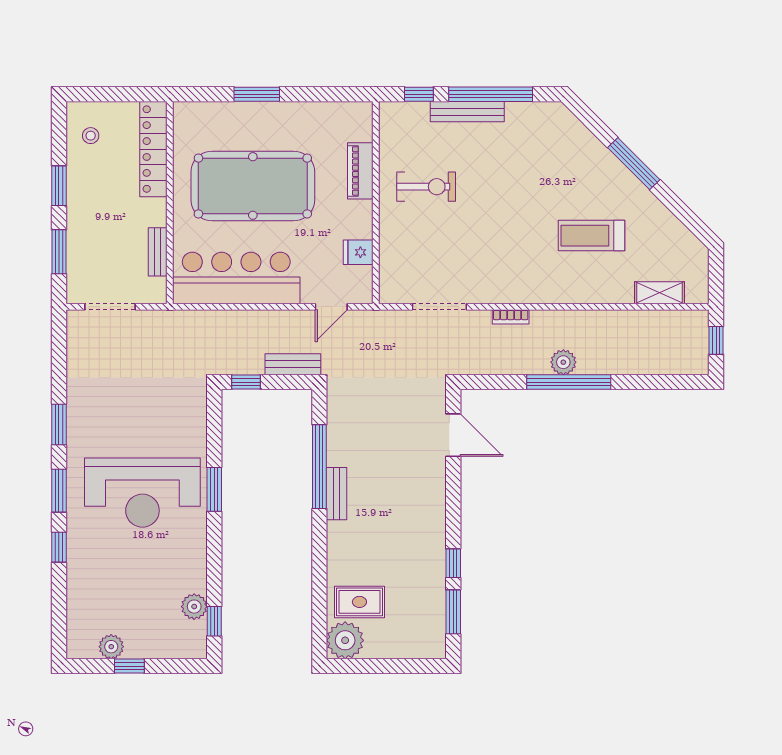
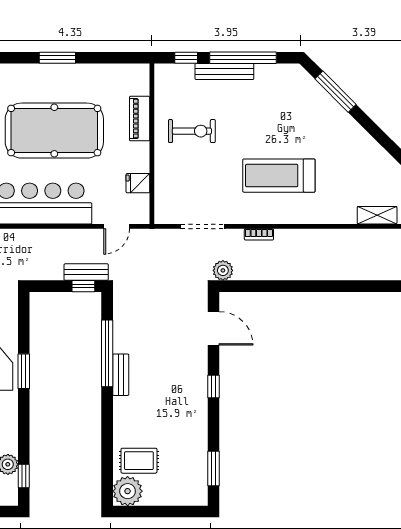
window: (634, 164) -> (336, 92), moved
treadmill: (592, 236) -> (279, 176), moved, width x1.37, depth x1.38
plant: (563, 362) -> (223, 270), moved
window: (246, 382) -> (83, 286), moved
window: (569, 382) -> (305, 286), removed
window: (453, 563) -> (213, 386), moved

